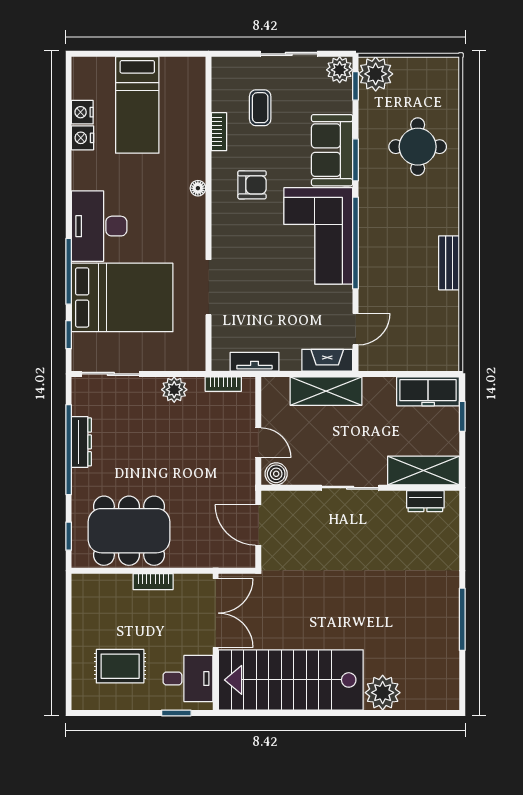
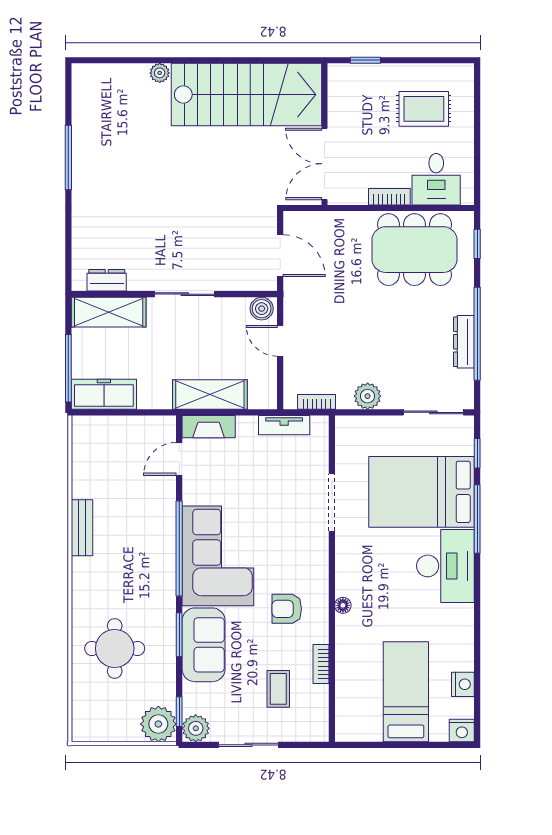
nightstand: (82, 138) -> (462, 730), moved, turned 90
window: (462, 416) -> (68, 368), width x2.17
desk: (188, 678) -> (436, 179), moved, turned -90
plant: (383, 693) -> (160, 73), width x0.53, depth x0.53

